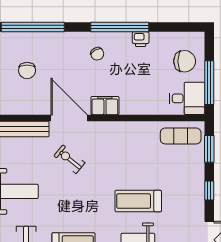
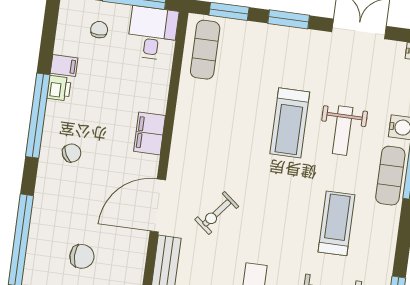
filing cabinet: (157, 40) -> (64, 66), added
chair: (185, 61) -> (99, 30), width x0.54, depth x0.54
filing cabinet: (105, 106) -> (149, 133), moved
window: (209, 191) -> (289, 19), width x1.50

